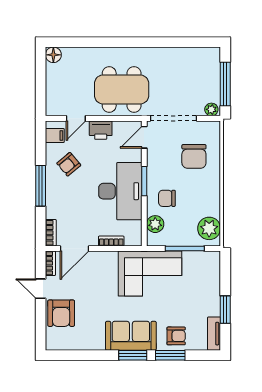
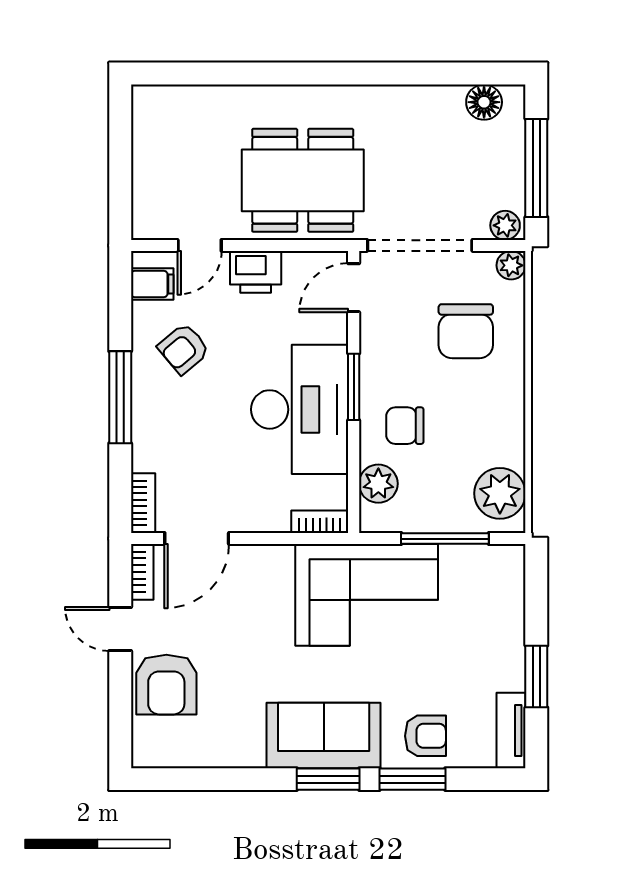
floor lamp: (53, 55) -> (484, 102), moved
plant: (214, 127) -> (511, 265), added
bookcase: (111, 241) -> (320, 522), moved

